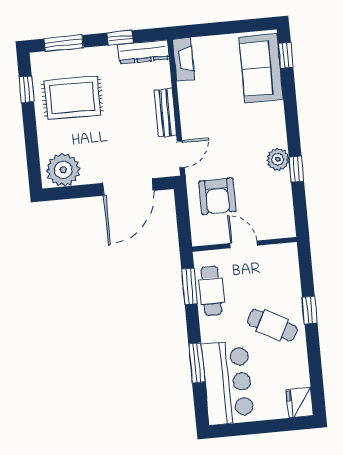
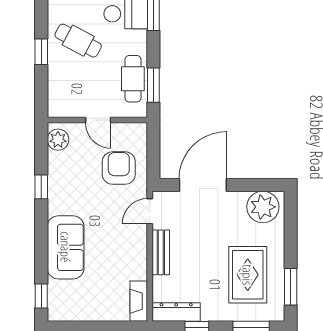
sofa: (261, 68) -> (66, 247), moved
window: (26, 89) -> (291, 287), width x1.50
rug: (72, 98) -> (248, 275), turned 90
plant: (278, 159) -> (58, 140), moved

